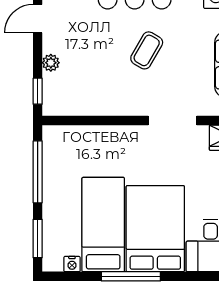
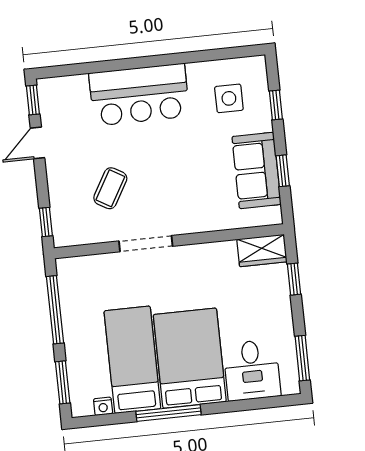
coffee table: (147, 50) -> (110, 188), moved
plant: (51, 63) -> (57, 189), removed
doorway: (173, 120) -> (146, 244), moved

